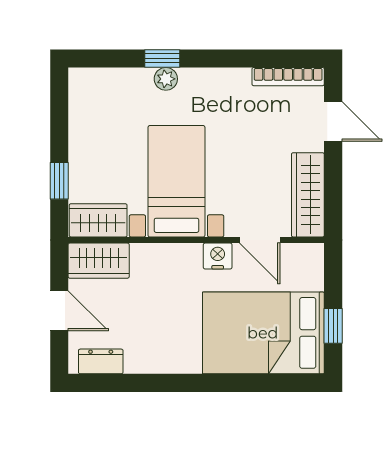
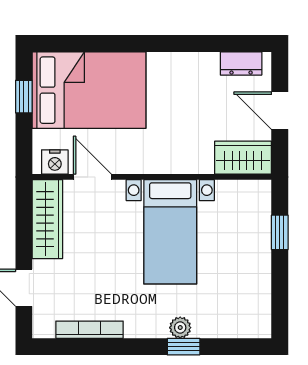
bookcase: (288, 77) -> (90, 330), moved
wardrobe: (98, 220) -> (243, 195), removed
nightstand: (218, 256) -> (55, 162), moved

